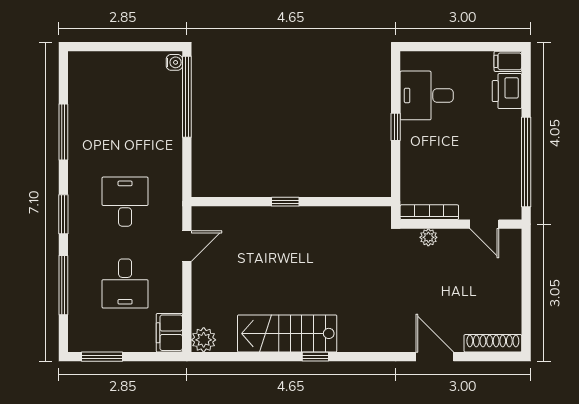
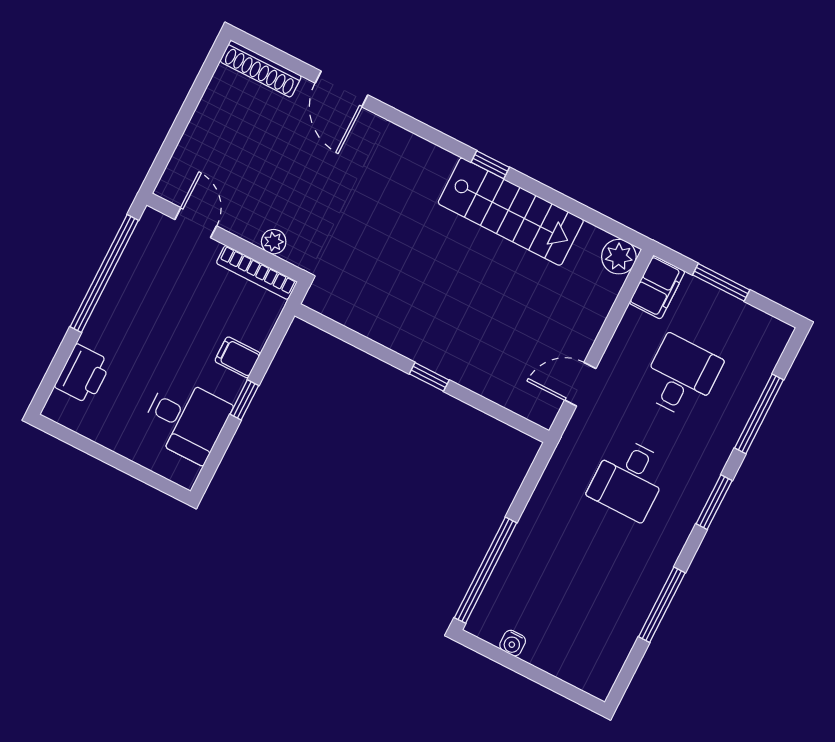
filing cabinet: (508, 61) -> (238, 357), moved, turned 180
water cooler: (174, 62) -> (513, 643), moved, turned -90
window: (102, 357) -> (721, 282), moved

